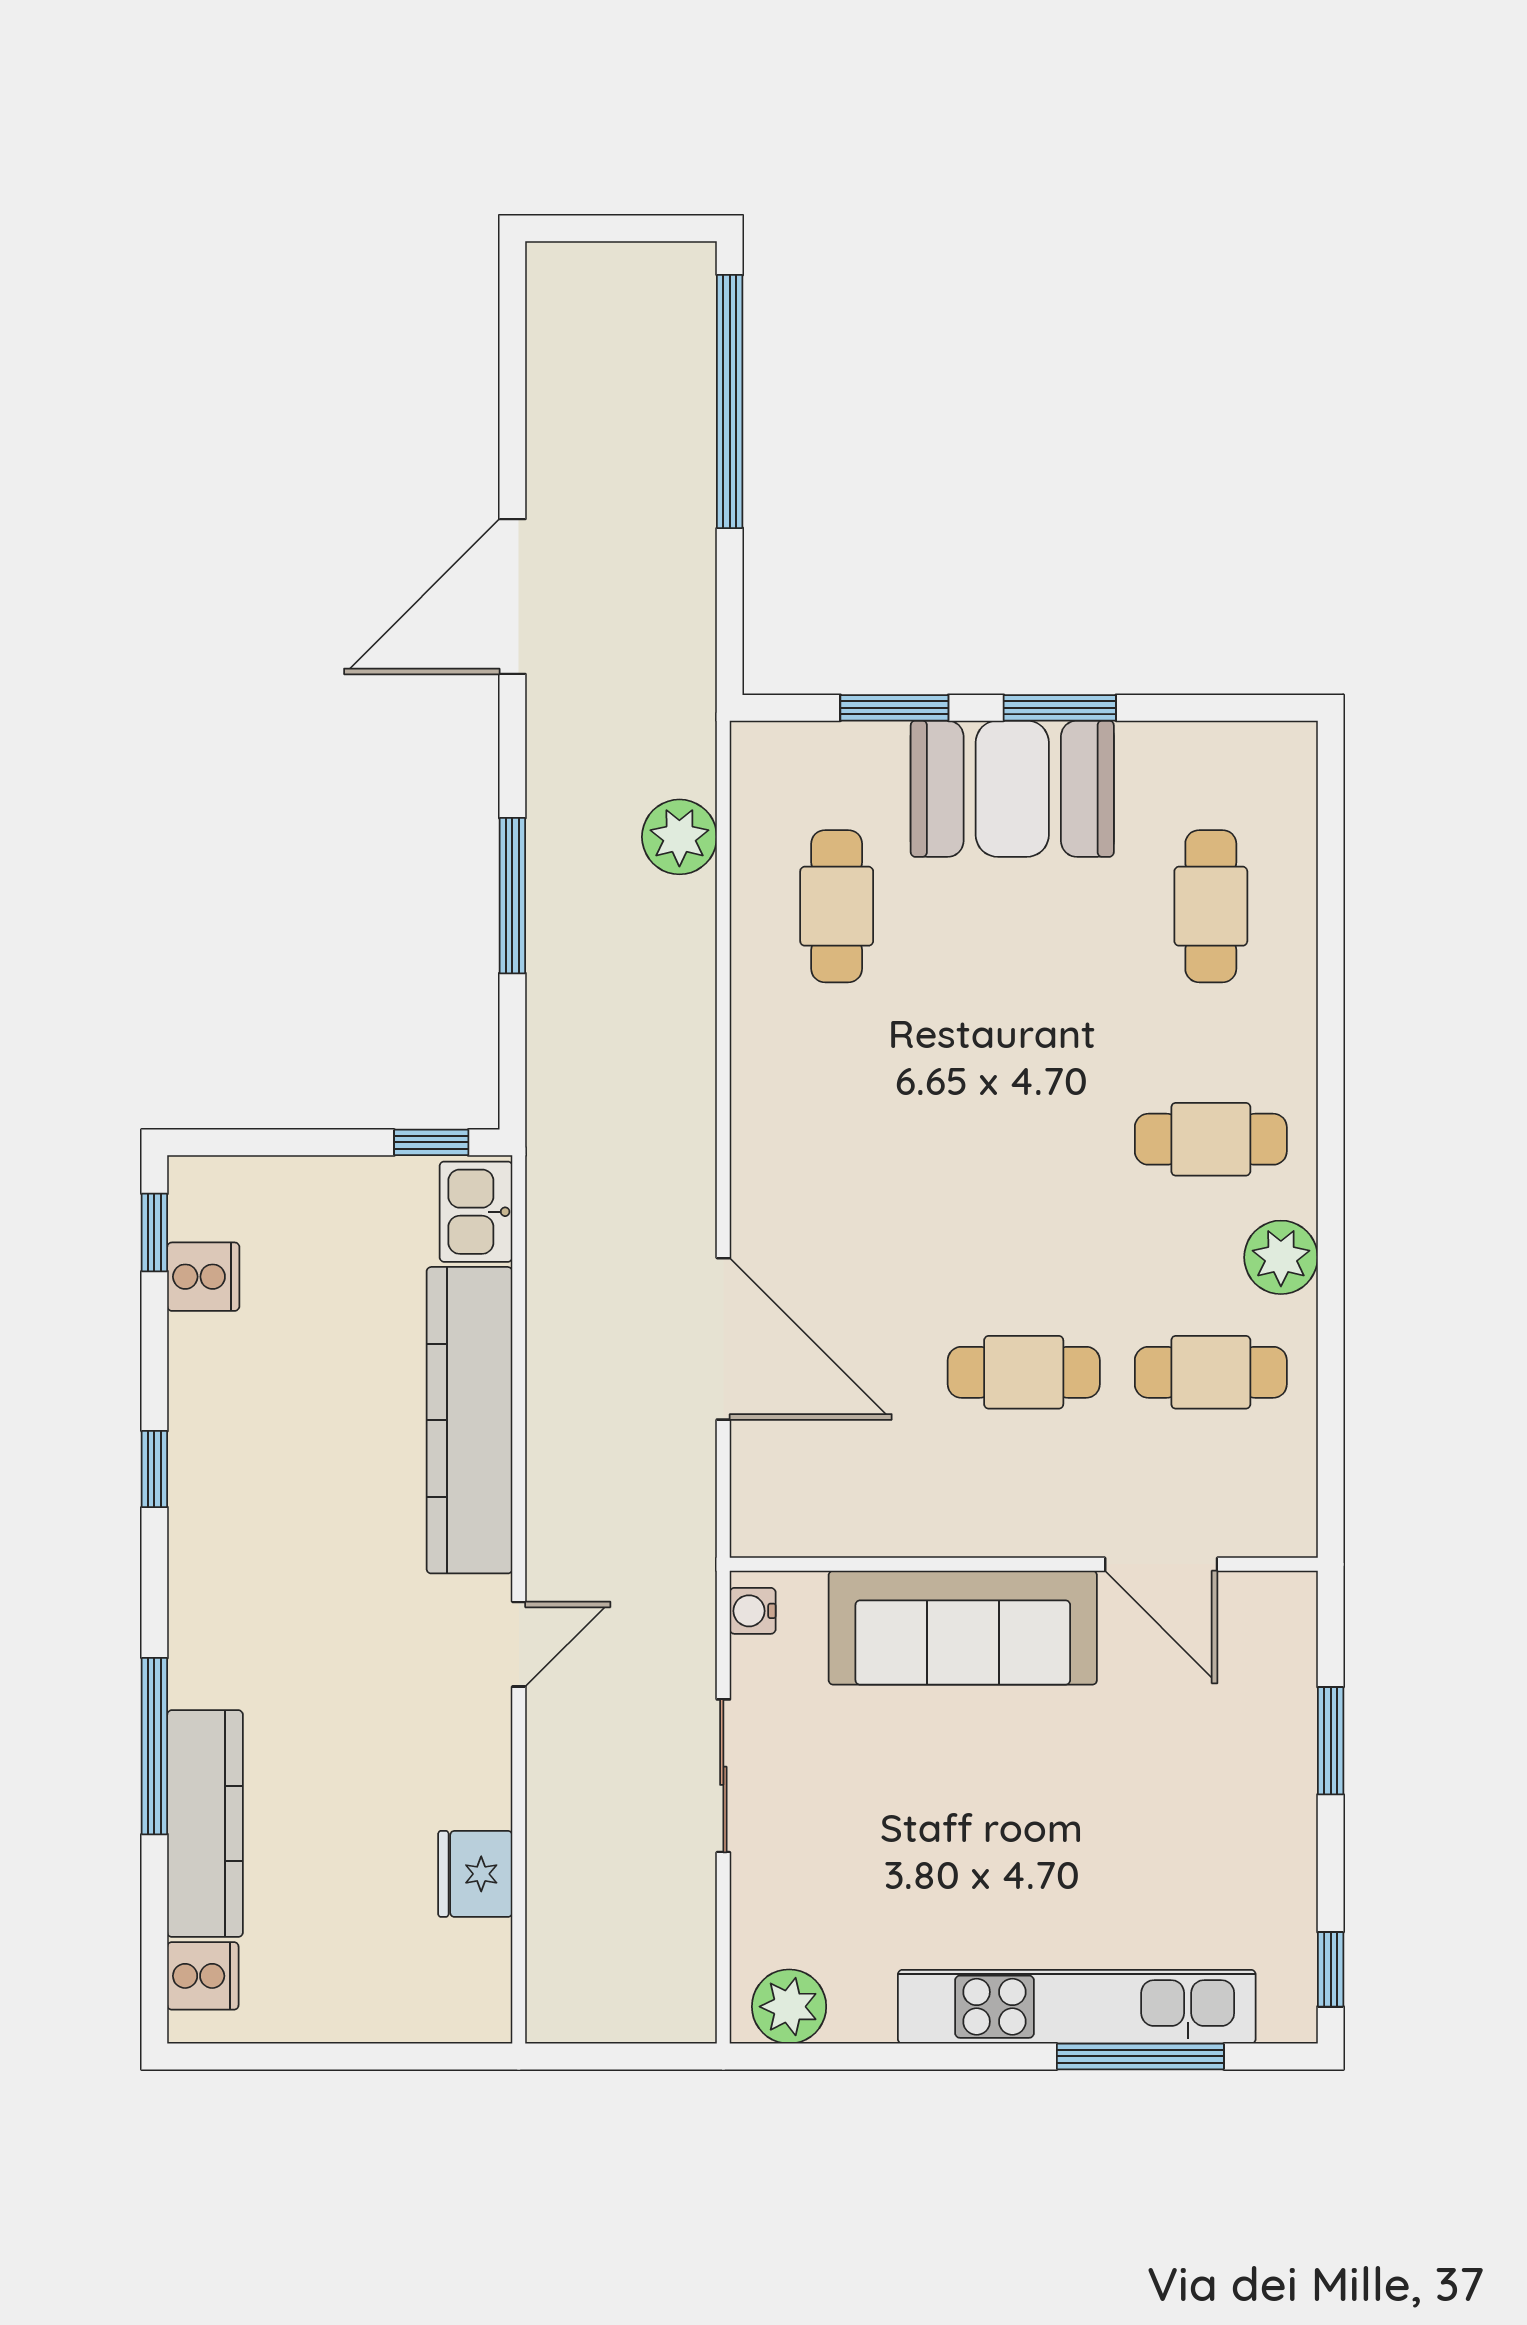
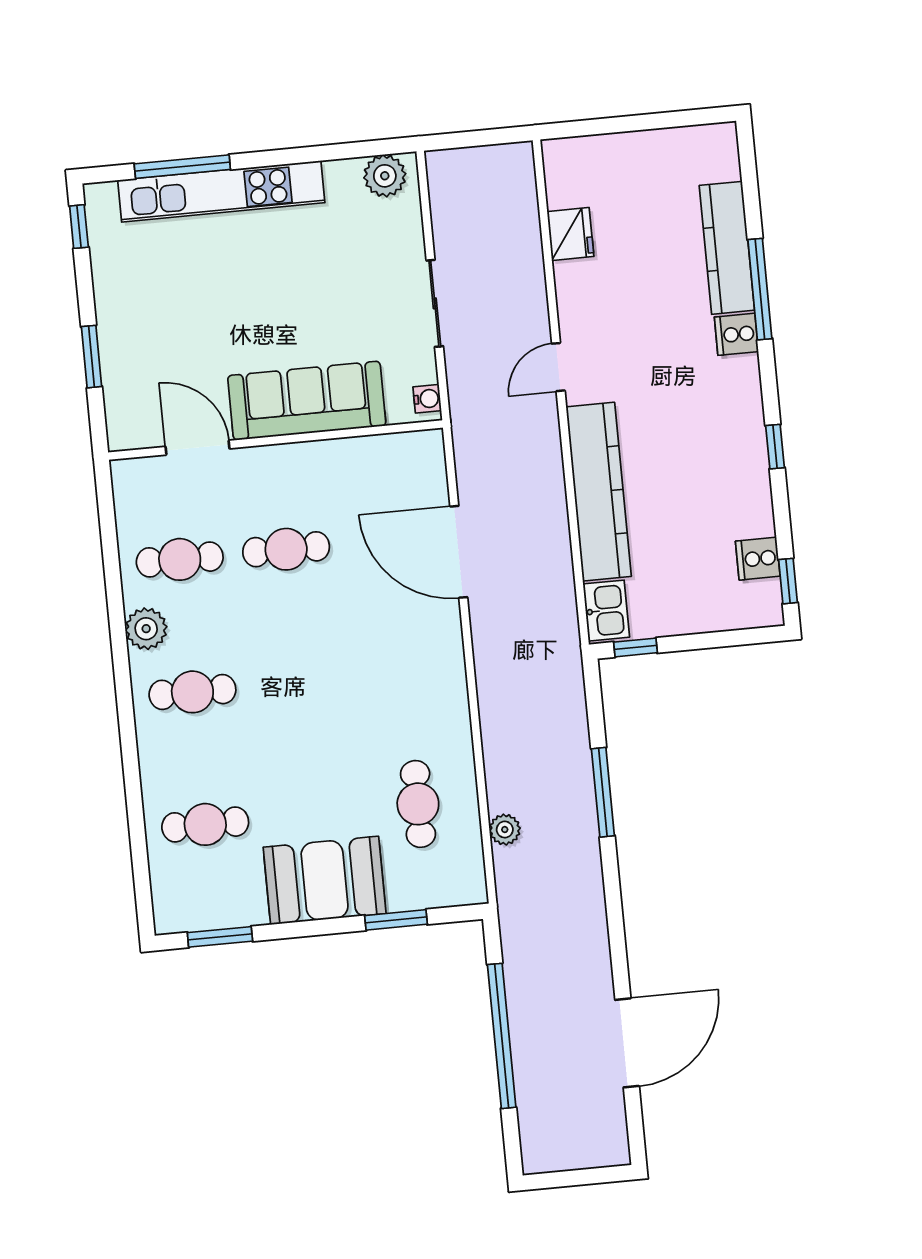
window: (730, 401) -> (502, 1036), moved
door: (512, 596) -> (627, 1043), moved
window: (1060, 708) -> (220, 937), moved
plant: (679, 837) -> (505, 830), width x0.73, depth x0.73
cafe table: (1211, 906) -> (205, 824), turned 90
cooker: (203, 1976) -> (736, 334), moved

